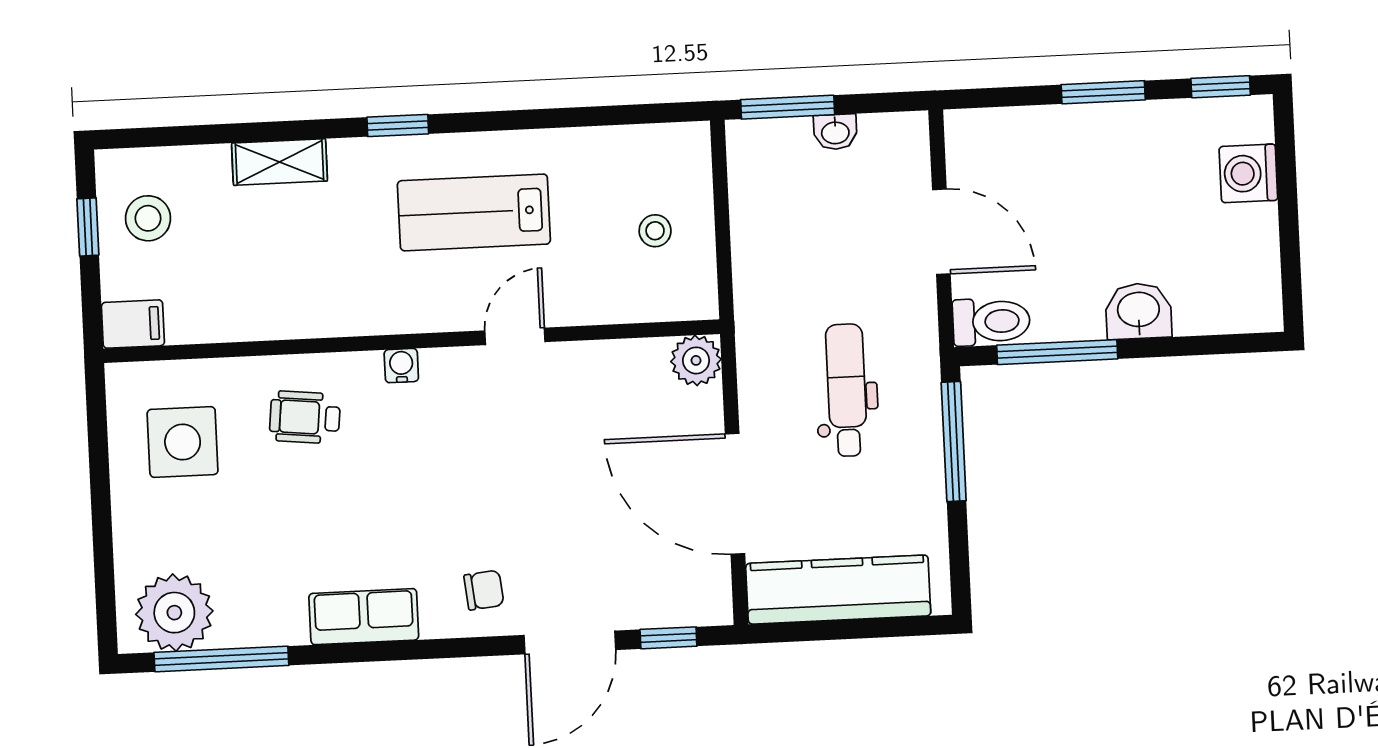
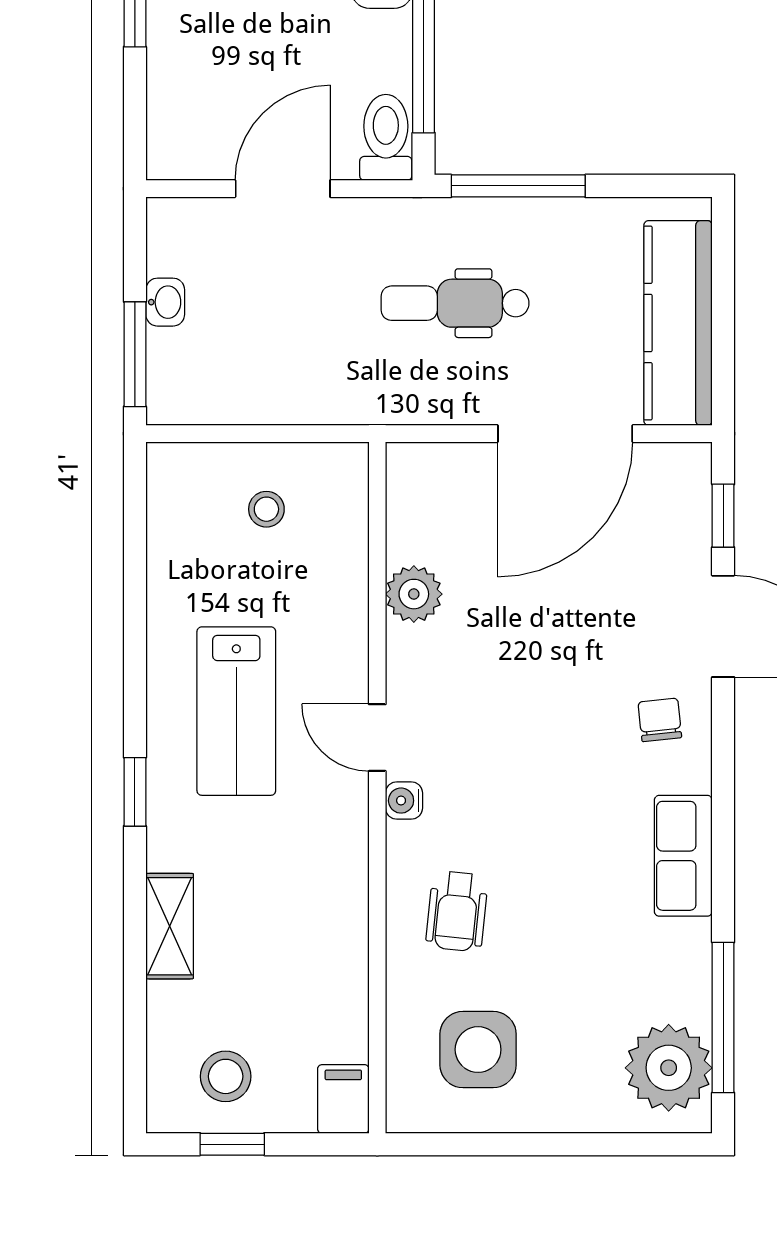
door: (515, 336) -> (377, 738), moved
plant: (696, 360) -> (414, 594), moved

